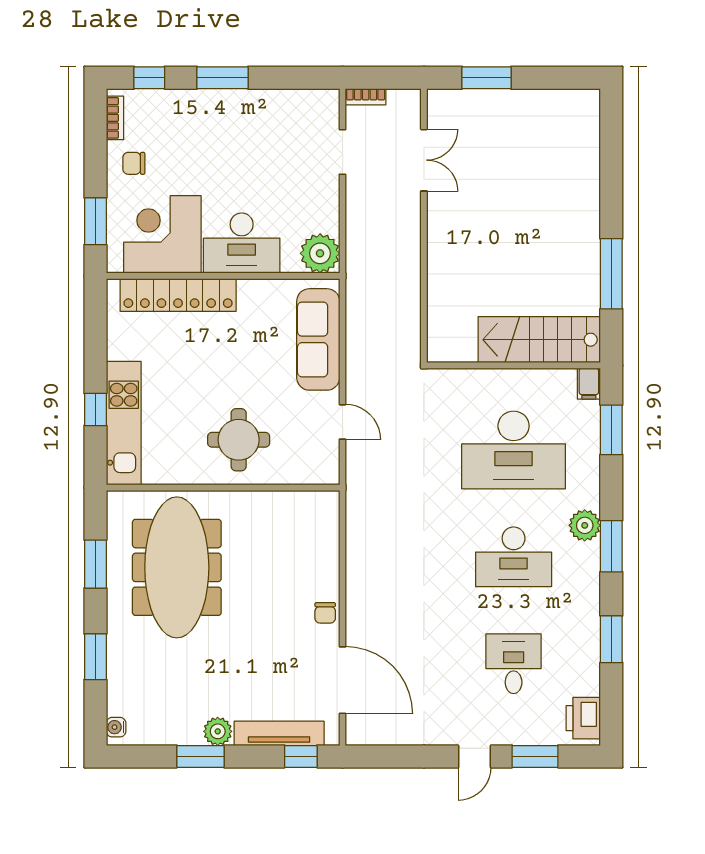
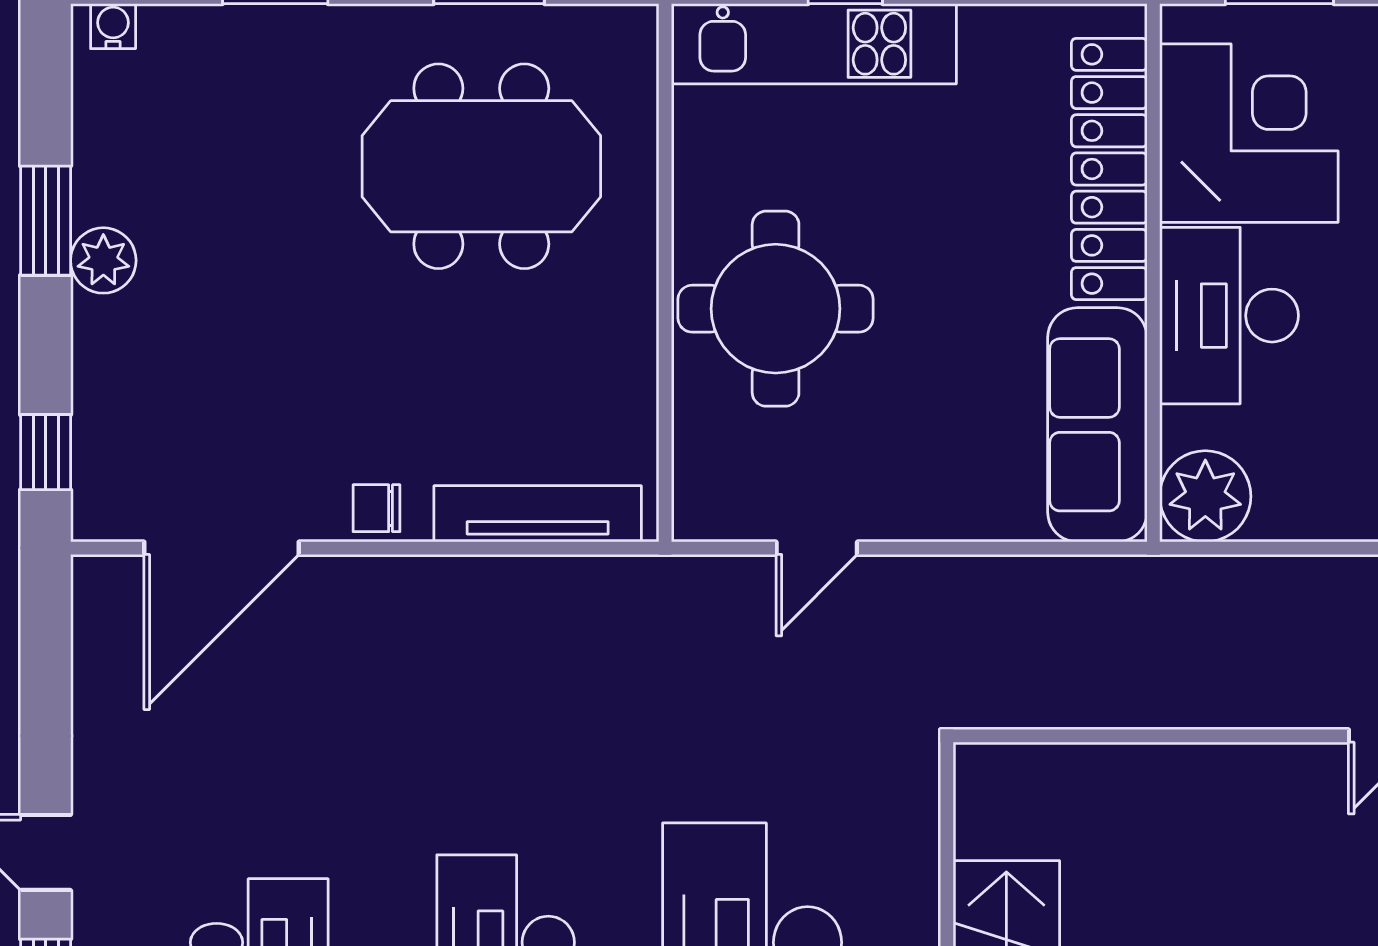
sofa: (318, 339) -> (1097, 425), moved, turned -90
round table: (239, 440) -> (776, 309), width x1.36, depth x1.36
meeting table: (177, 567) -> (481, 166), width x0.73
tv unit: (279, 733) -> (538, 514), moved, turned -90

